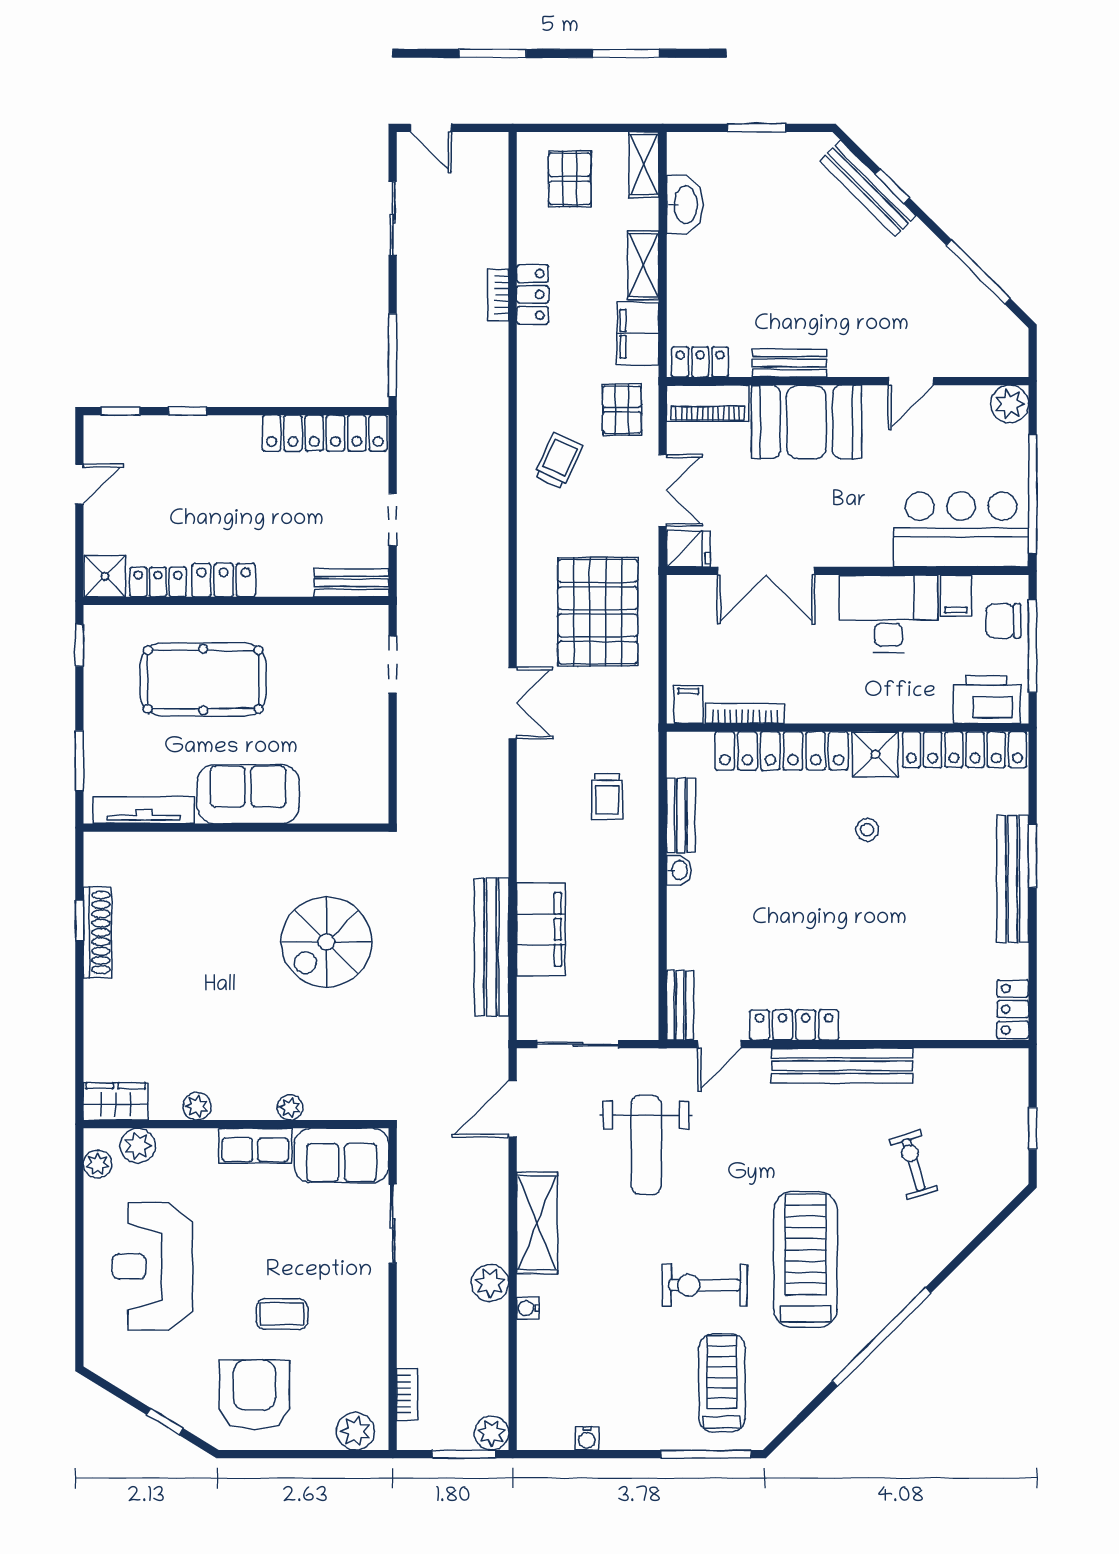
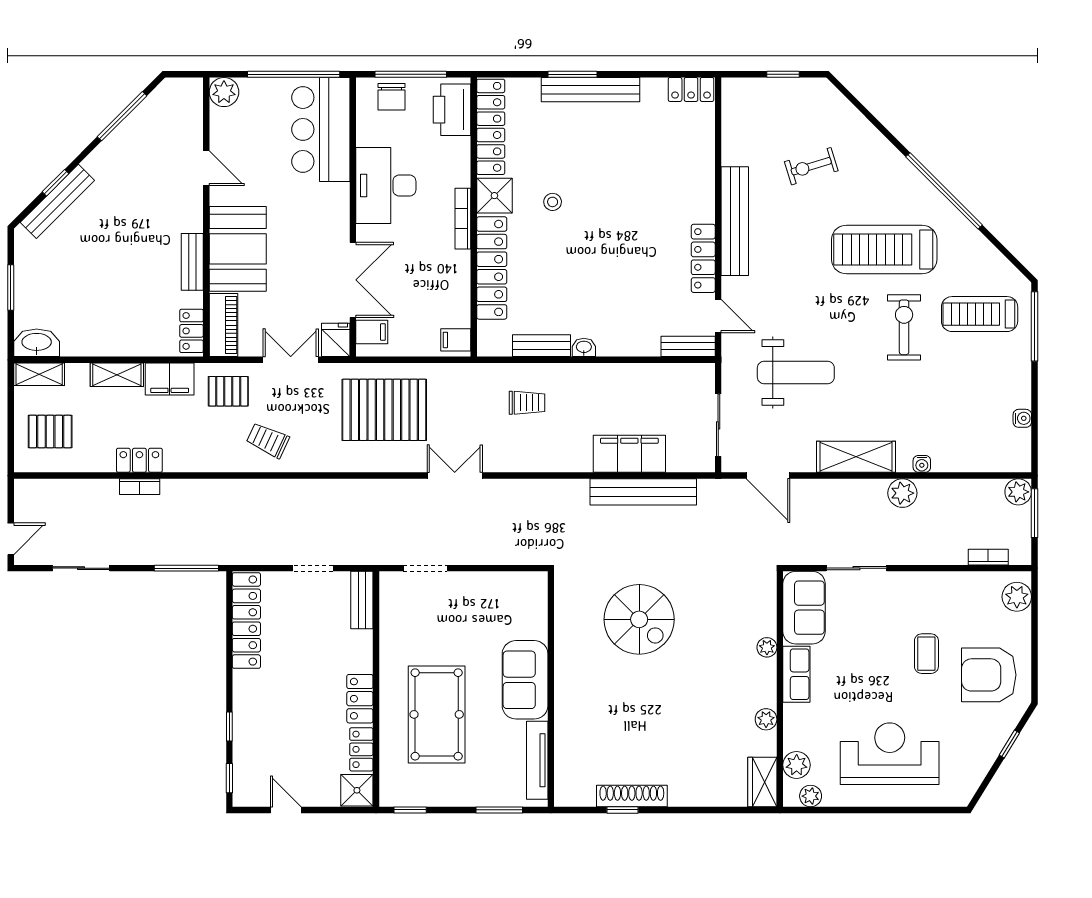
washbasin: (685, 205) -> (37, 343), moved
filing cabinet: (956, 596) -> (372, 332), moved
bookcase: (745, 714) -> (463, 219), moved
reception desk: (152, 1267) -> (890, 754), turned 180
exercise bike: (705, 1285) -> (904, 327), turned 180

